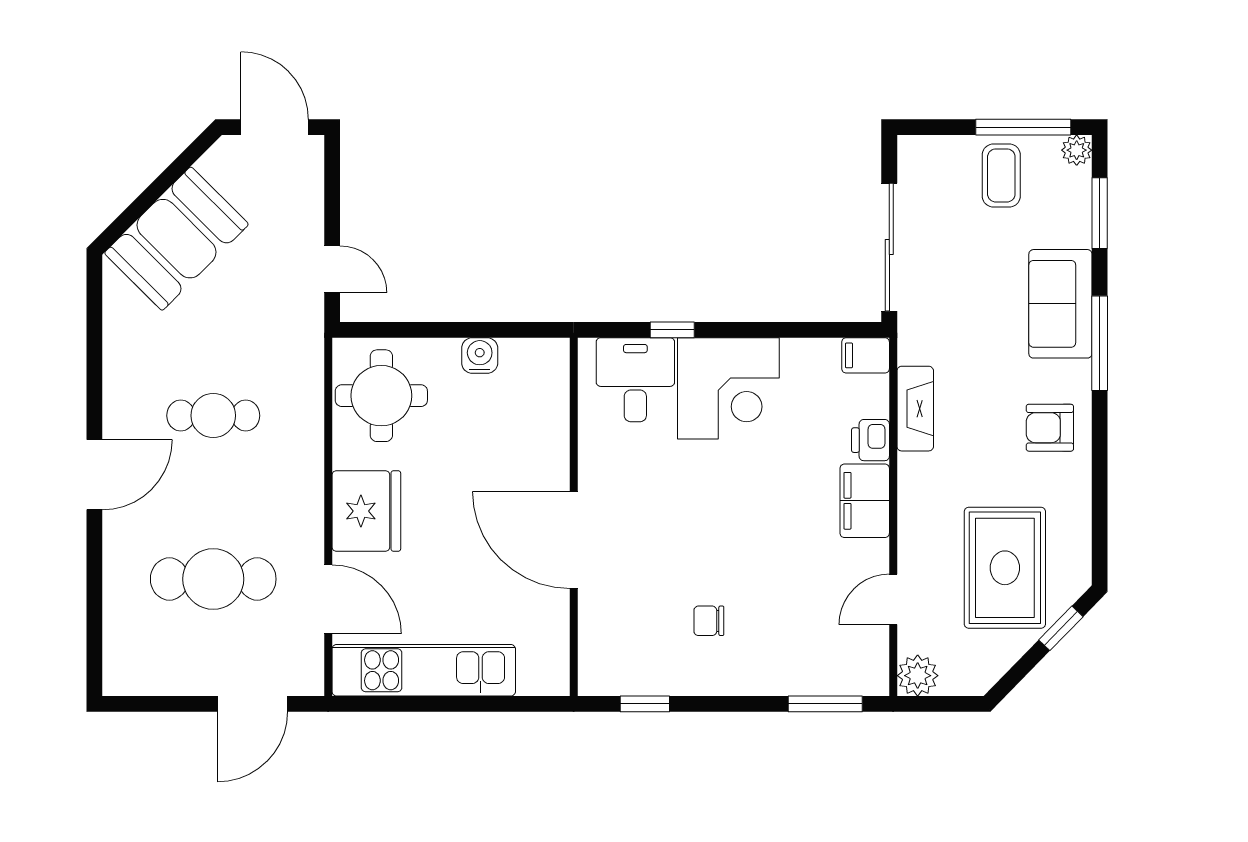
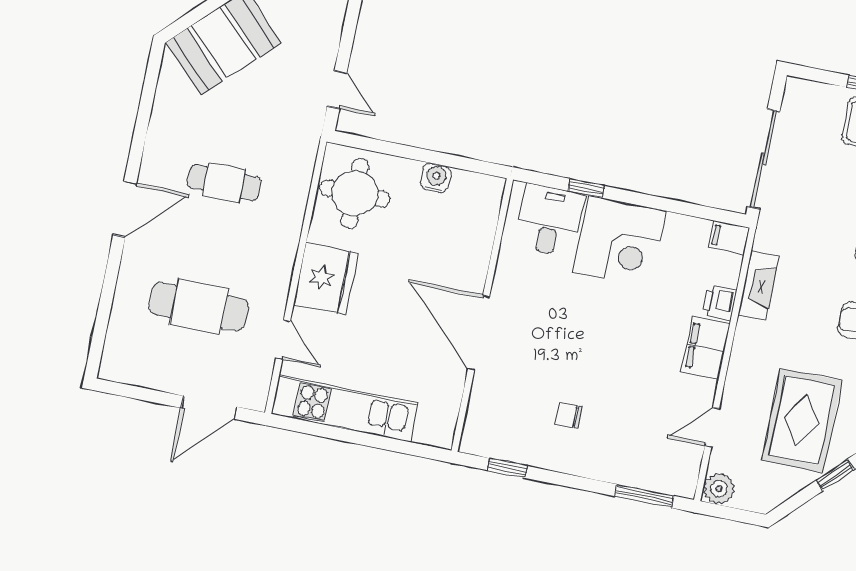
door: (328, 599) -> (283, 340), width x0.73

